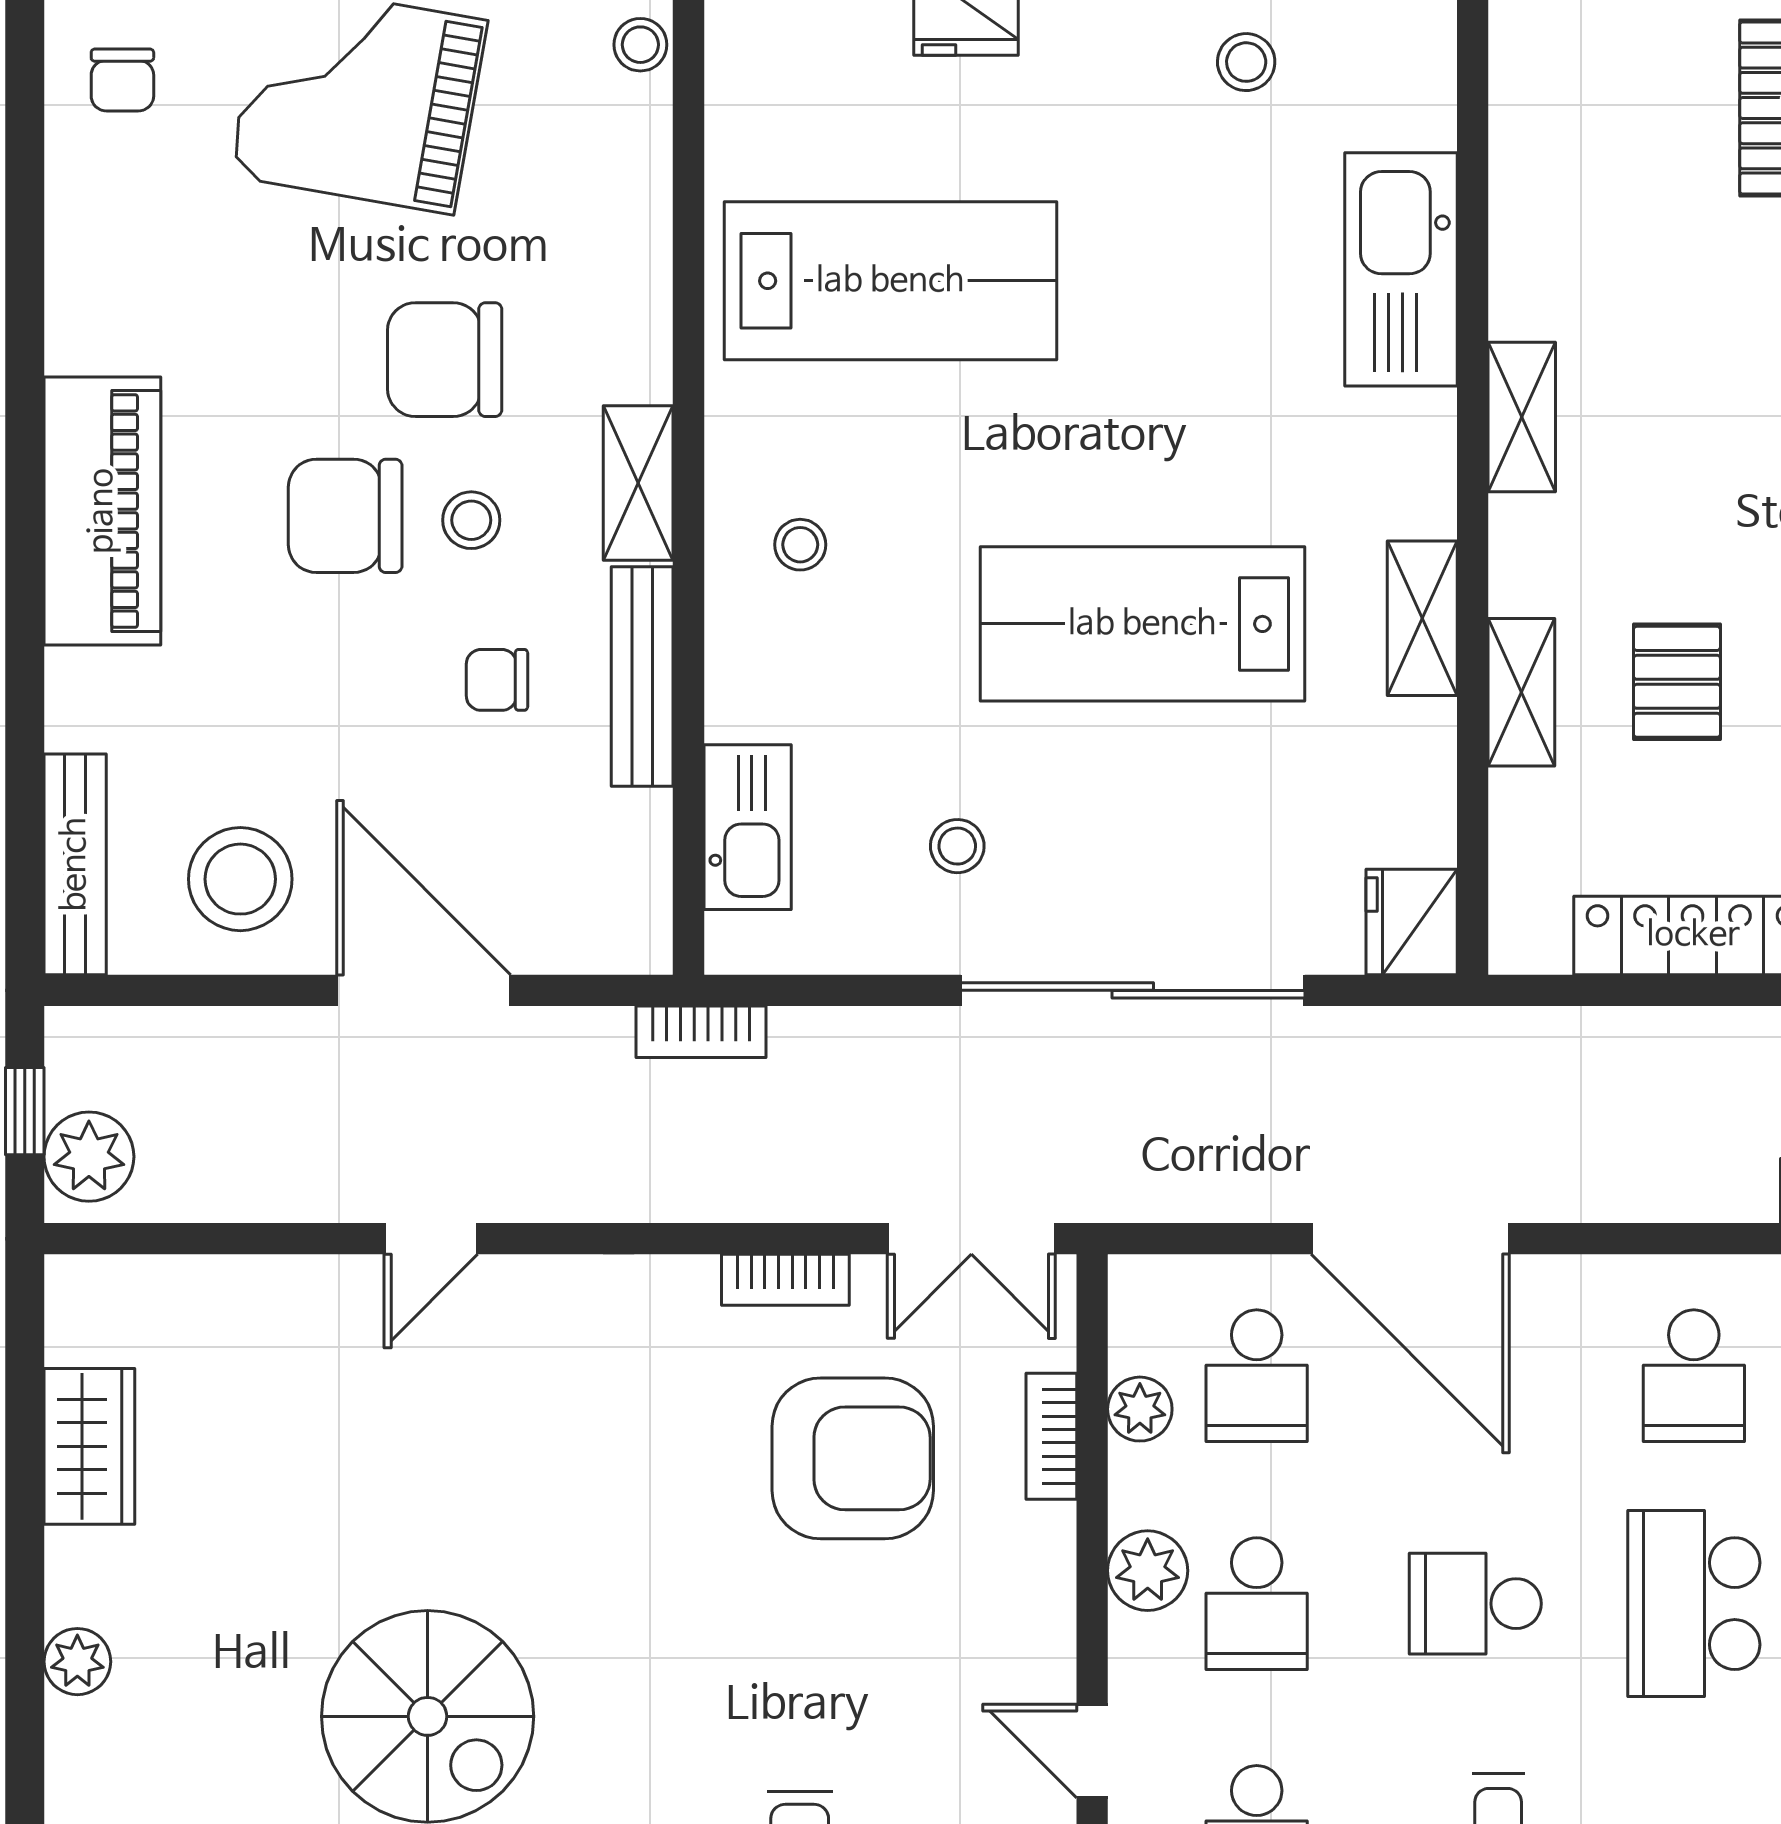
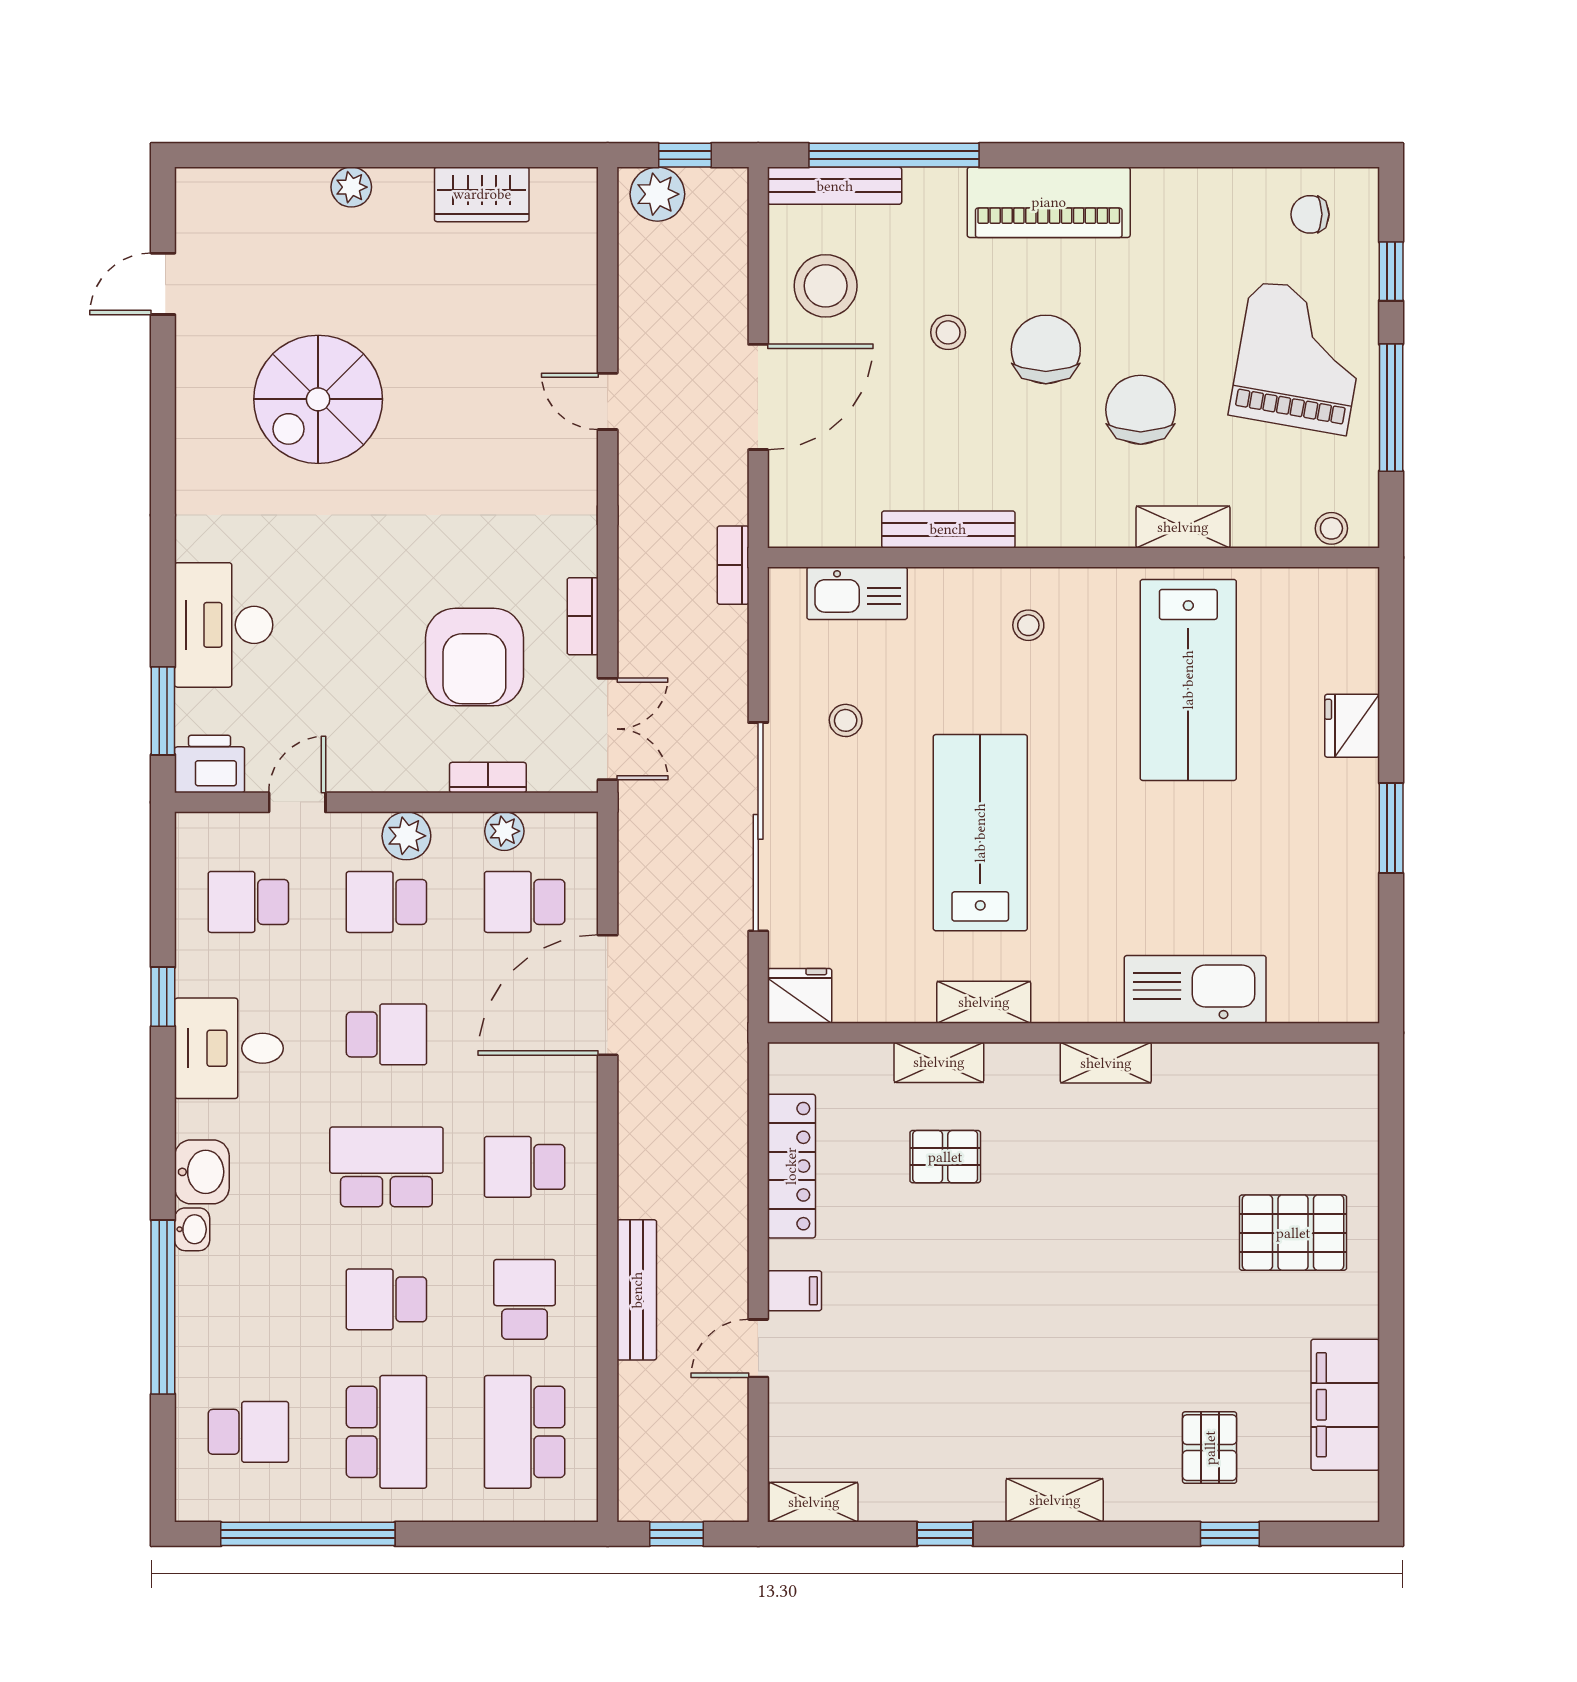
stool: (1246, 62) -> (1321, 896), removed
shelving: (638, 483) -> (1183, 527), moved
stool: (471, 520) -> (948, 332), moved
chair: (497, 680) -> (946, 441), removed
window: (25, 766) -> (894, 155), added
double door: (971, 1239) -> (608, 729), swing flipped
school desk: (1475, 1604) -> (386, 1034), turned 90

